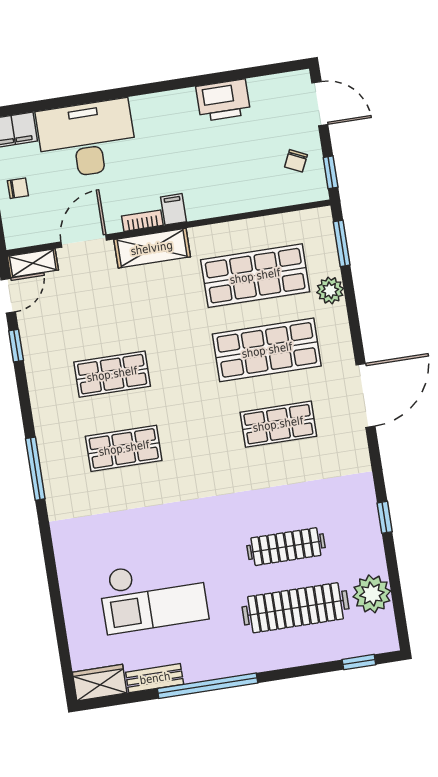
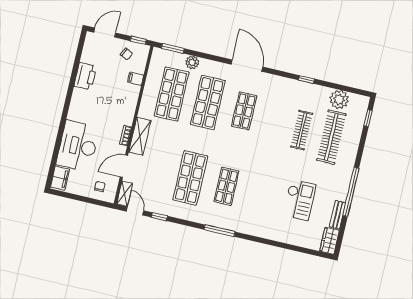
chair: (18, 188) -> (100, 187), moved
filing cabinet: (174, 209) -> (136, 79), moved
door: (84, 241) -> (124, 166), hinge flipped
shop shelf: (112, 374) -> (190, 178), width x1.43, depth x1.36
checkout: (153, 596) -> (299, 200), width x0.73, depth x0.83

